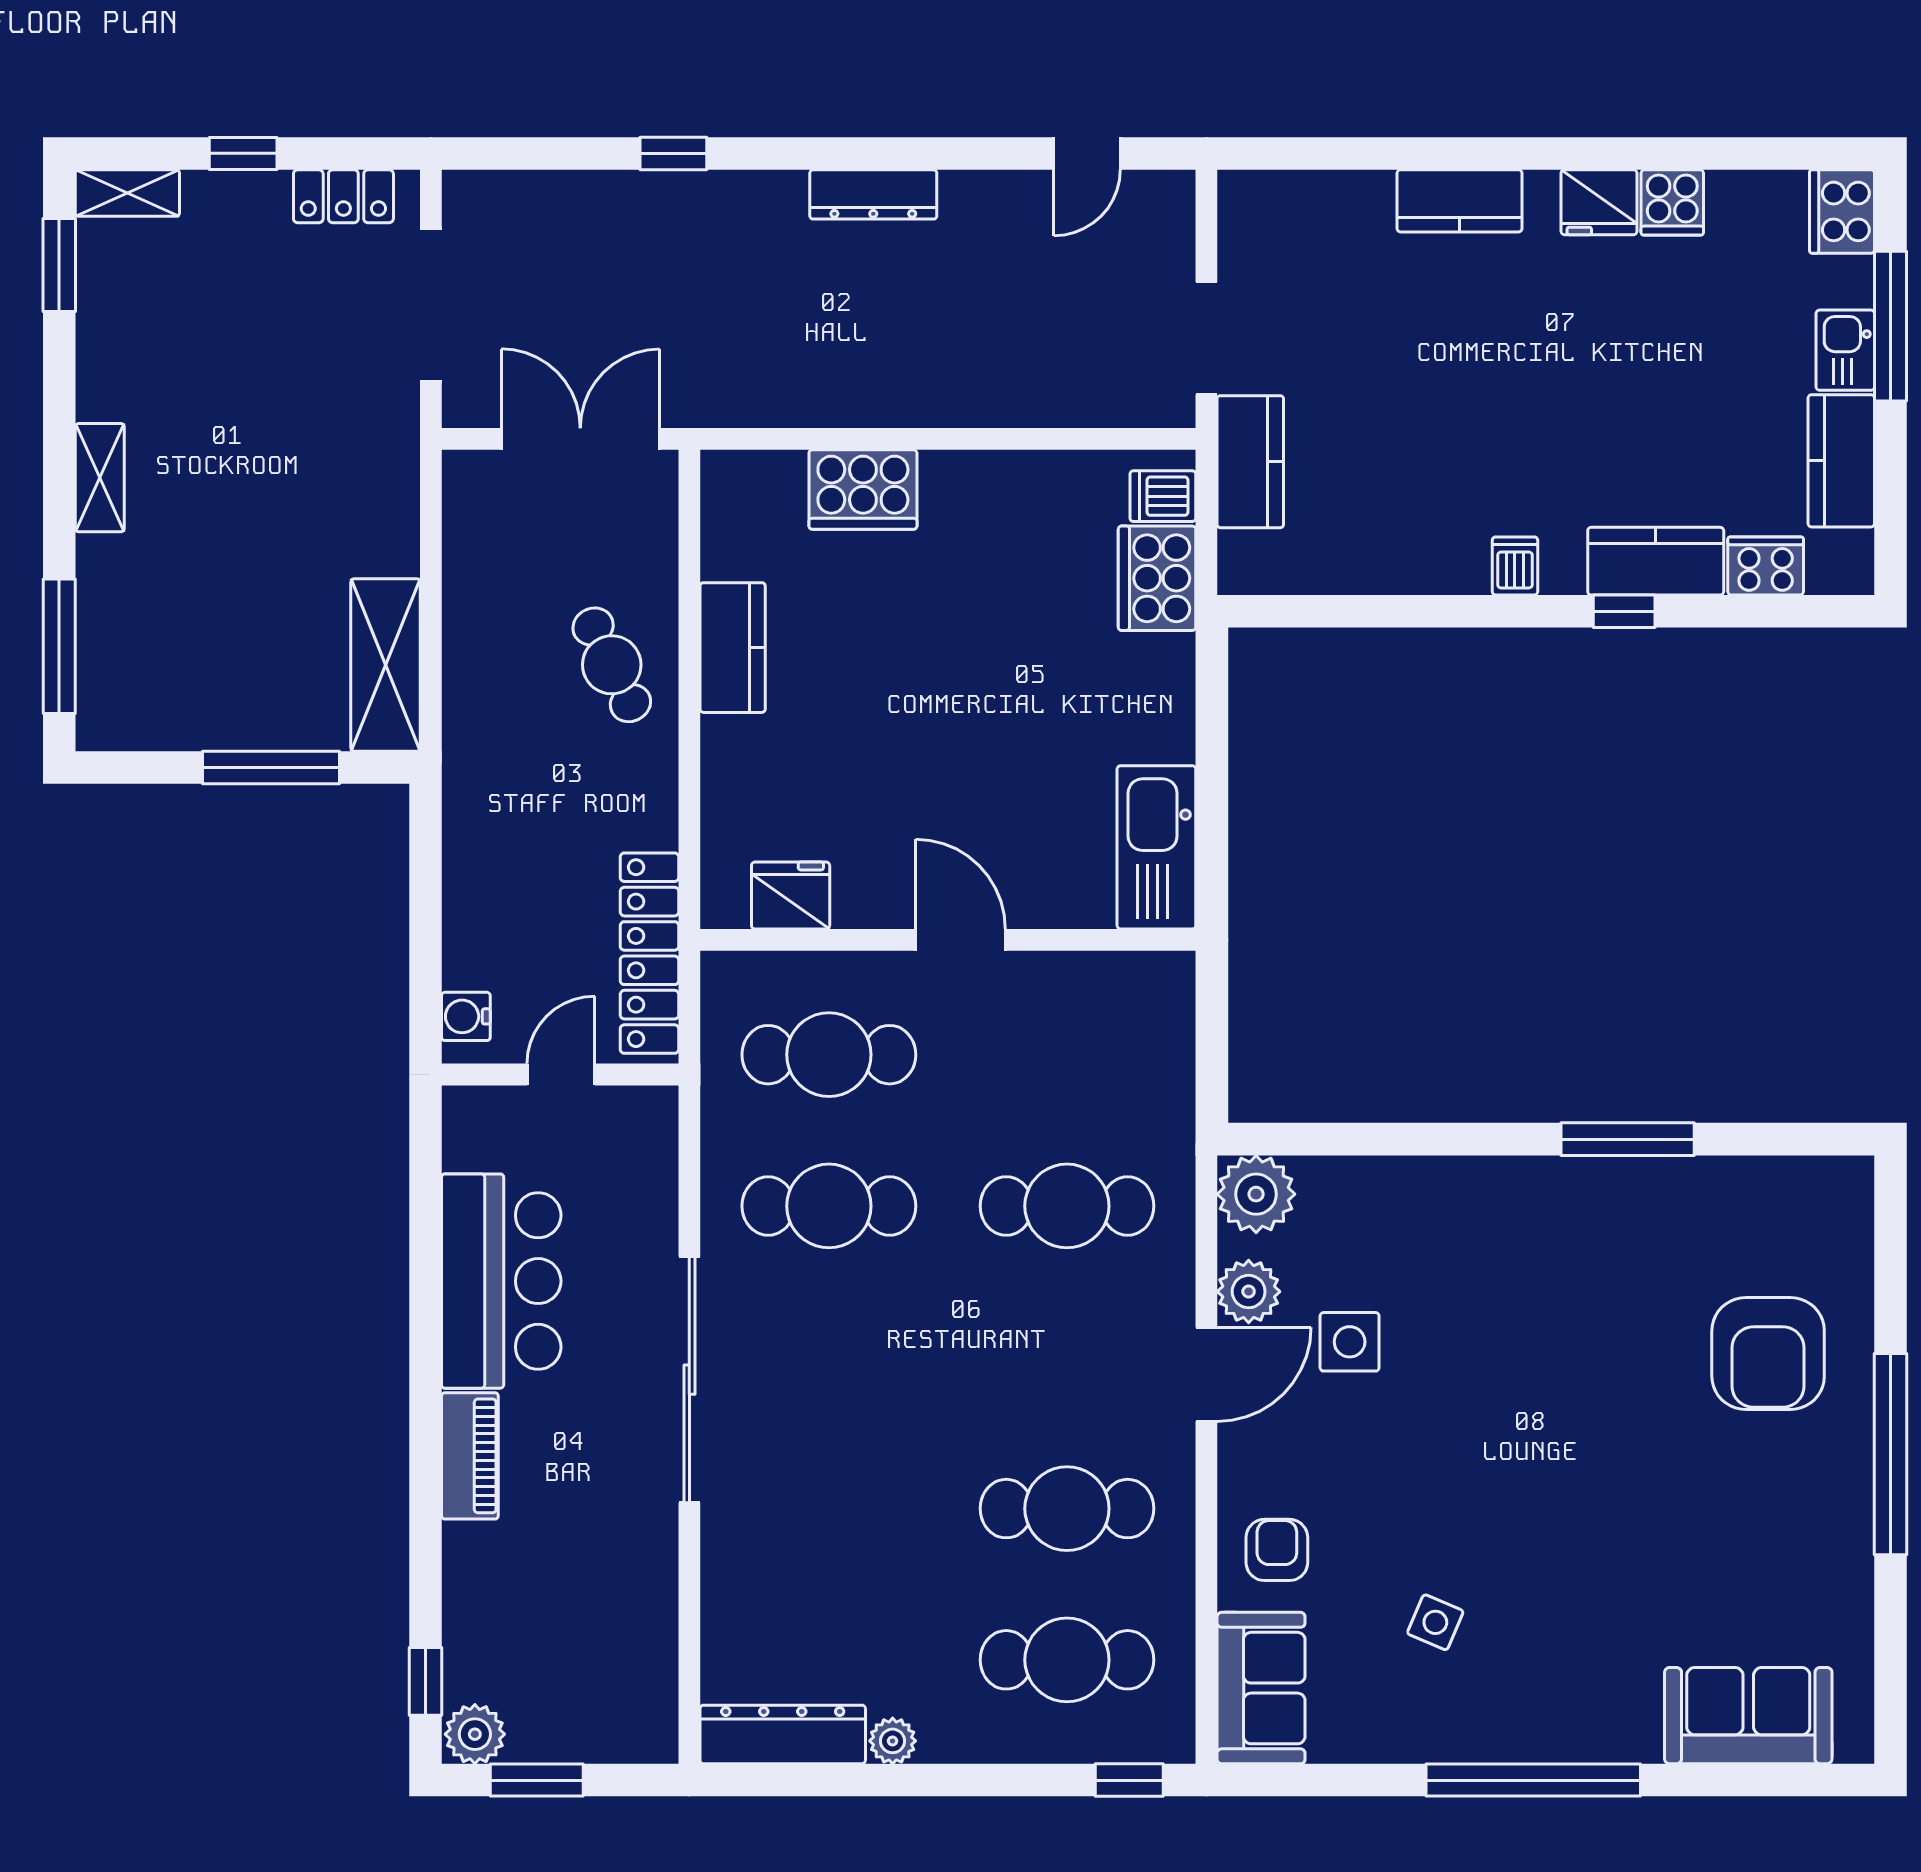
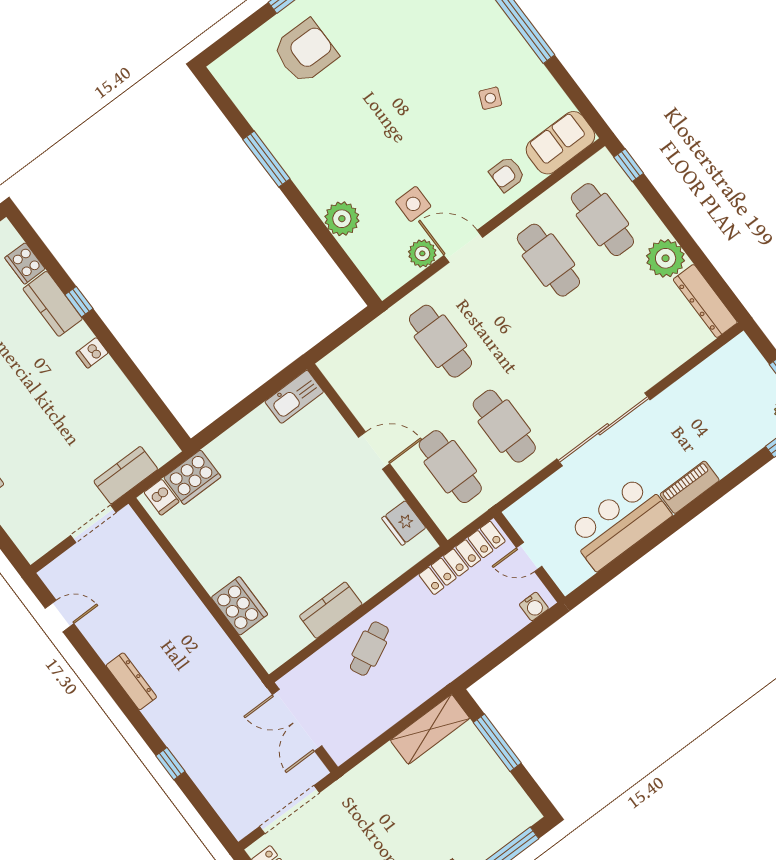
kitchen sink: (1156, 847) -> (294, 397), width x0.73, depth x0.81
door: (961, 940) -> (374, 450), swing flipped
plant: (1256, 1194) -> (342, 219), moved
plant: (893, 1741) -> (666, 258), width x1.87, depth x1.87

